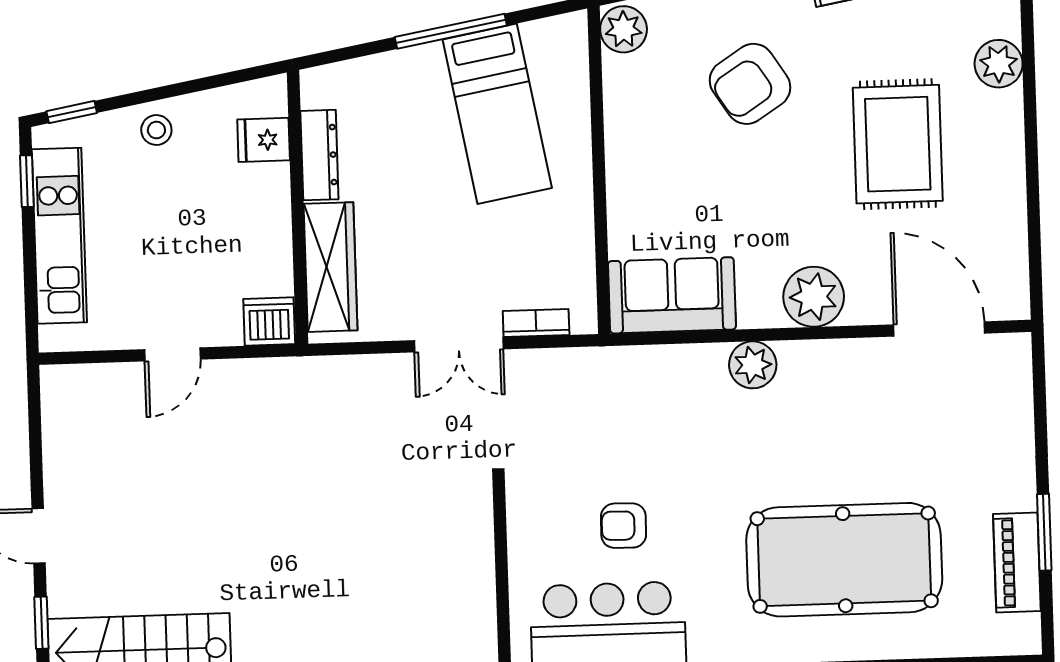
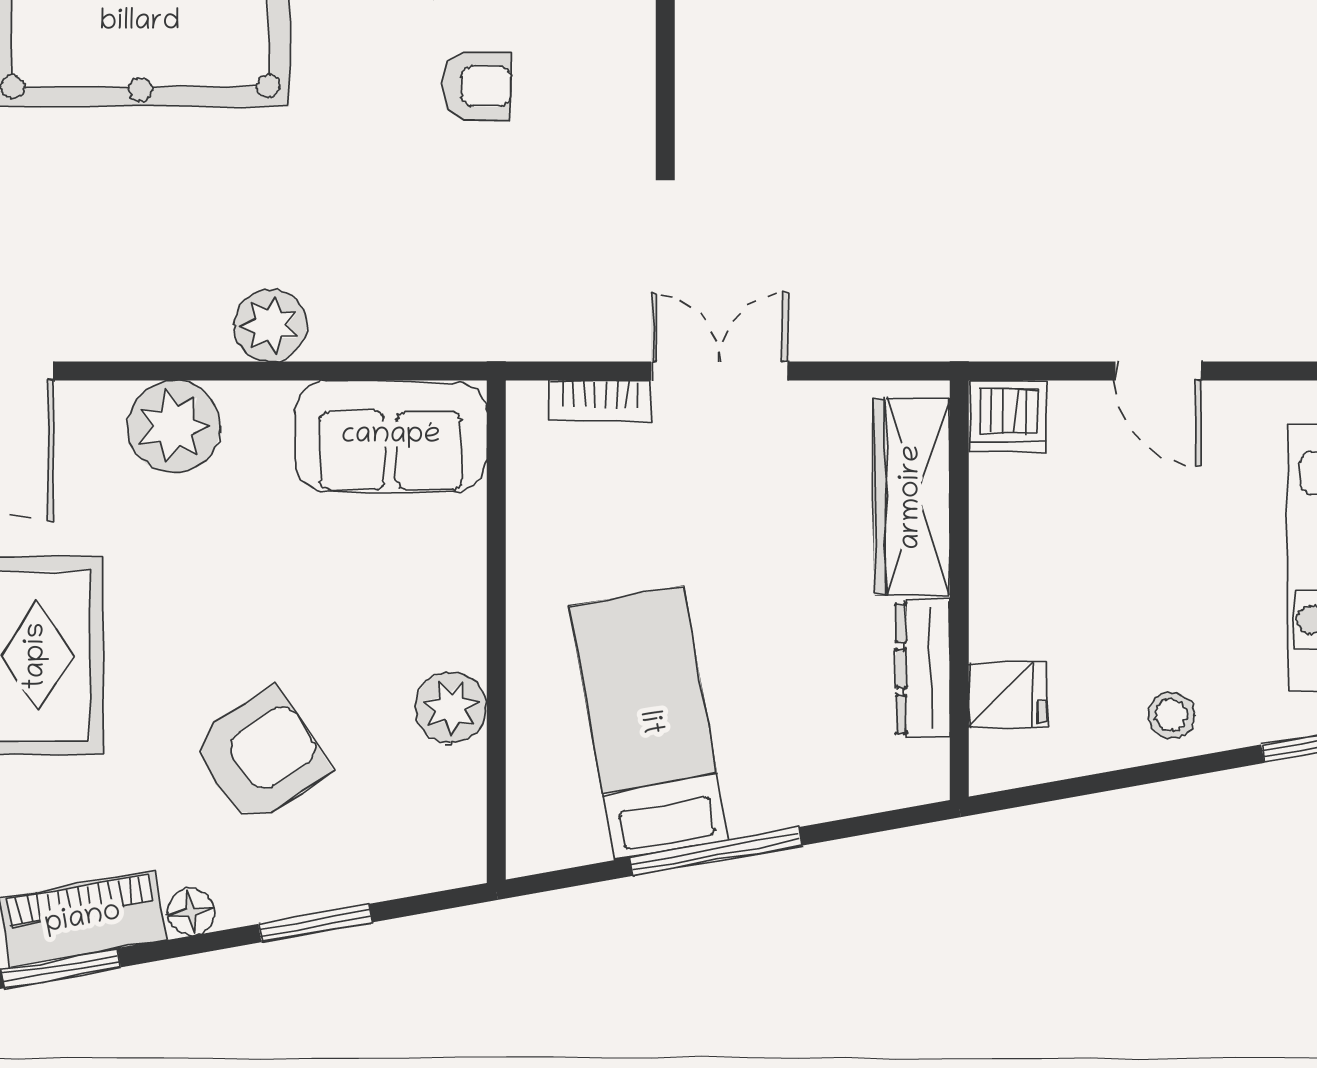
plant: (624, 29) -> (451, 708), moved
door: (172, 354) -> (1158, 371), swing flipped

